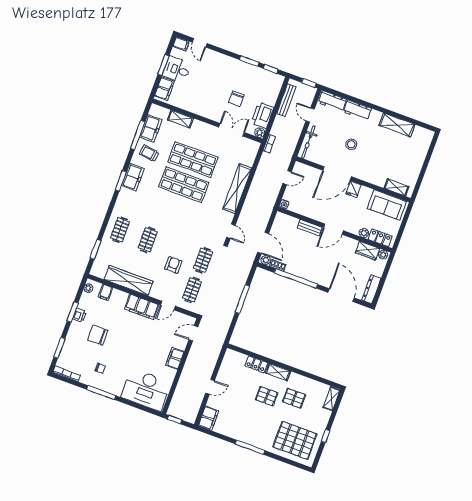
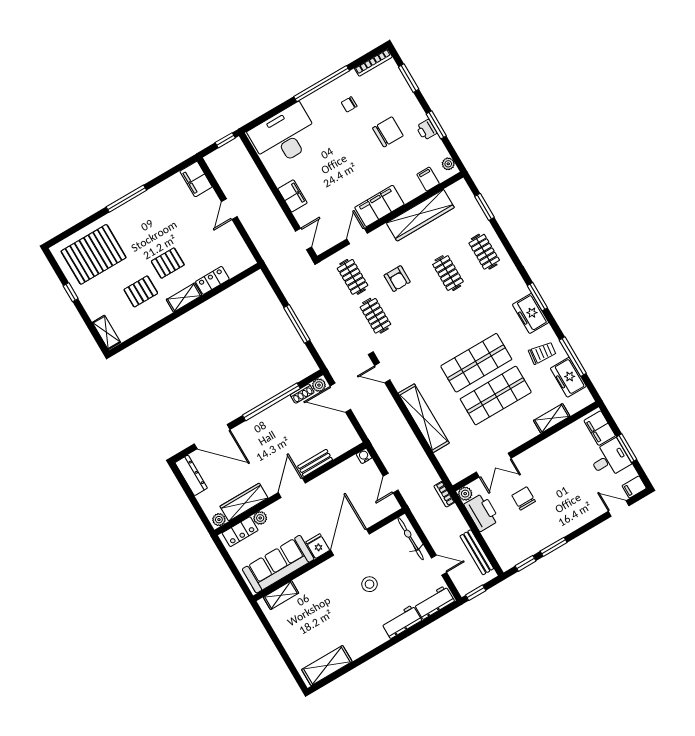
shelving: (397, 125) -> (327, 666), moved
sofa: (387, 205) -> (278, 564), width x1.36
wardrobe: (367, 251) -> (244, 502), width x1.50
window: (101, 392) -> (322, 84), width x1.46

